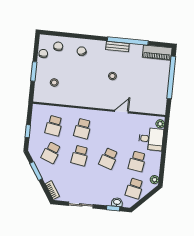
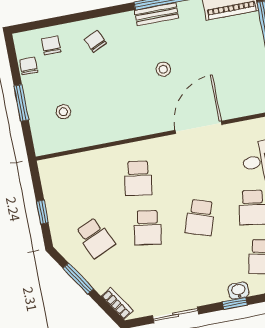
door: (122, 112) -> (198, 127), width x1.88
school desk: (54, 126) -> (86, 188), removed
school desk: (51, 153) -> (95, 238), turned -45

